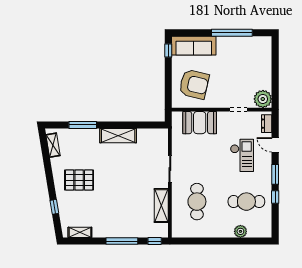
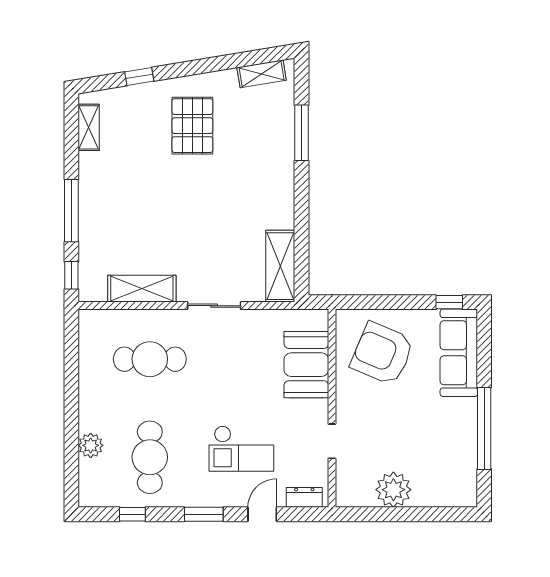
armchair: (194, 84) -> (382, 353), turned 100
plant: (263, 99) -> (393, 490), moved
shelving: (118, 136) -> (280, 266), moved
window: (275, 197) -> (132, 514), moved

